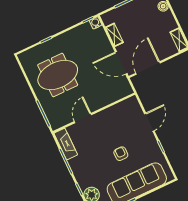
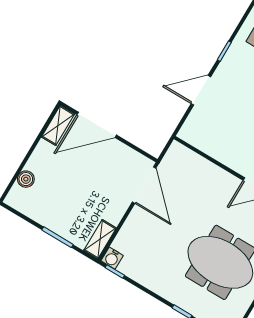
shelving: (114, 35) -> (100, 239), moved
door: (148, 68) -> (97, 125), moved

